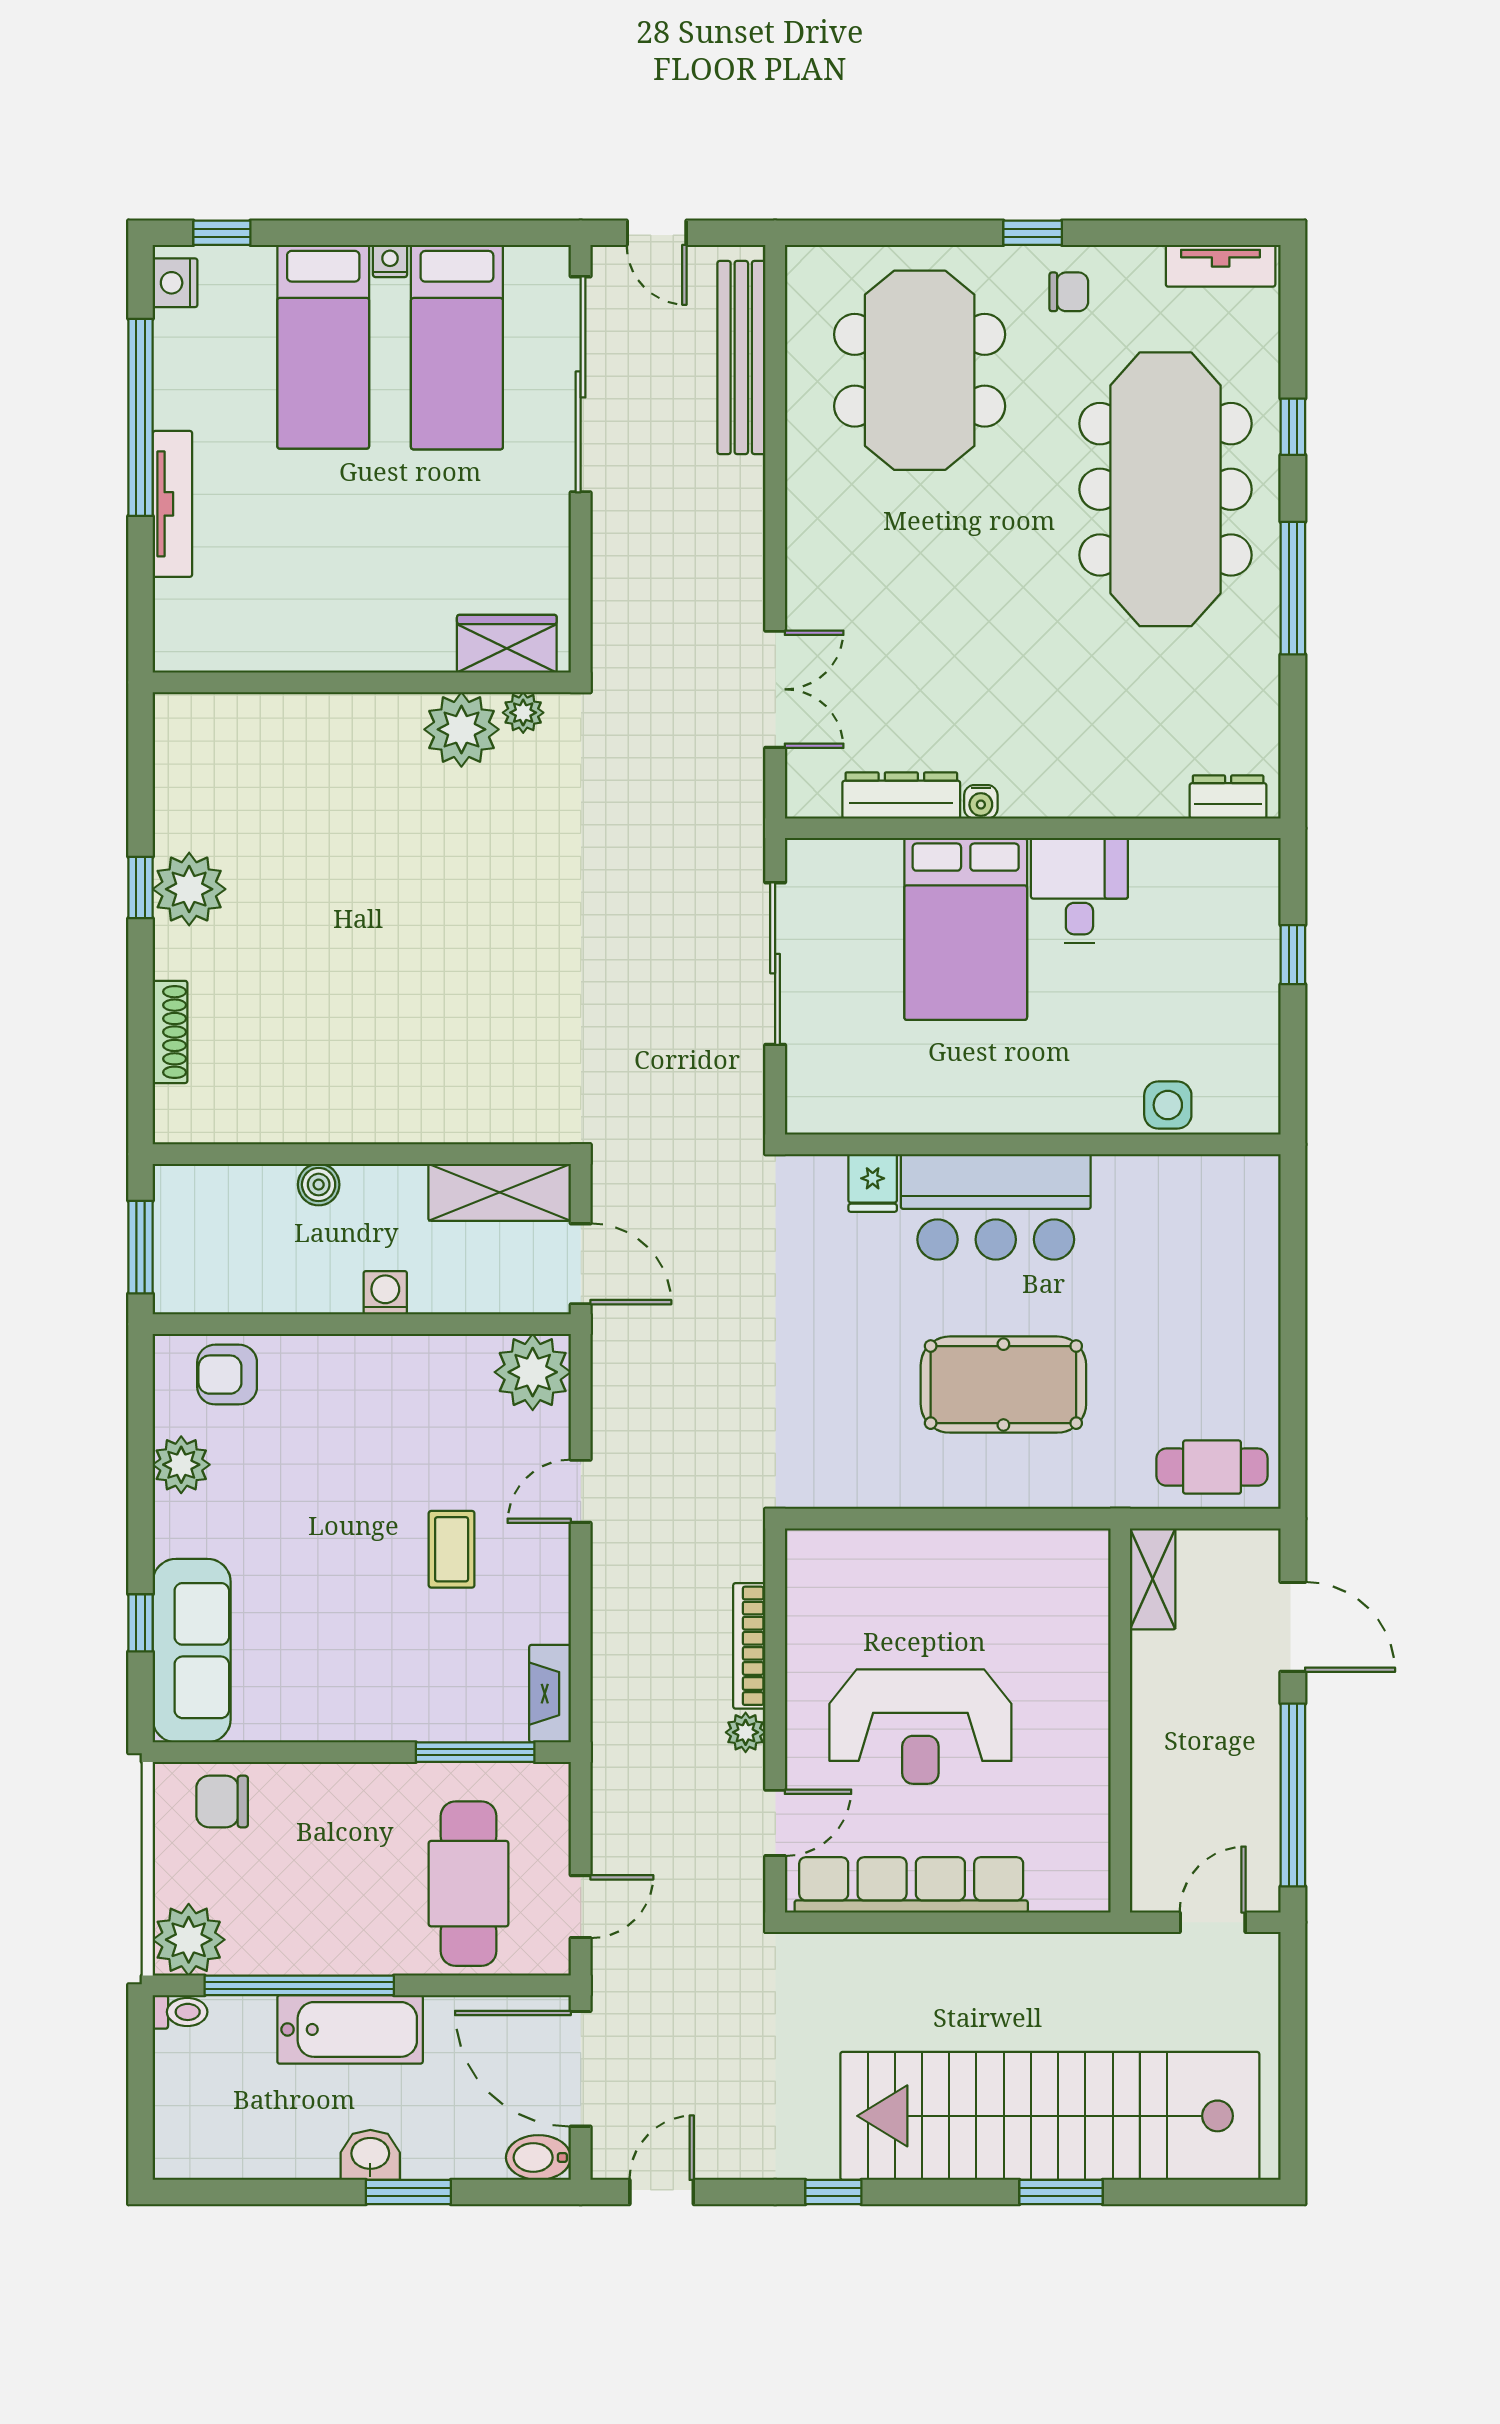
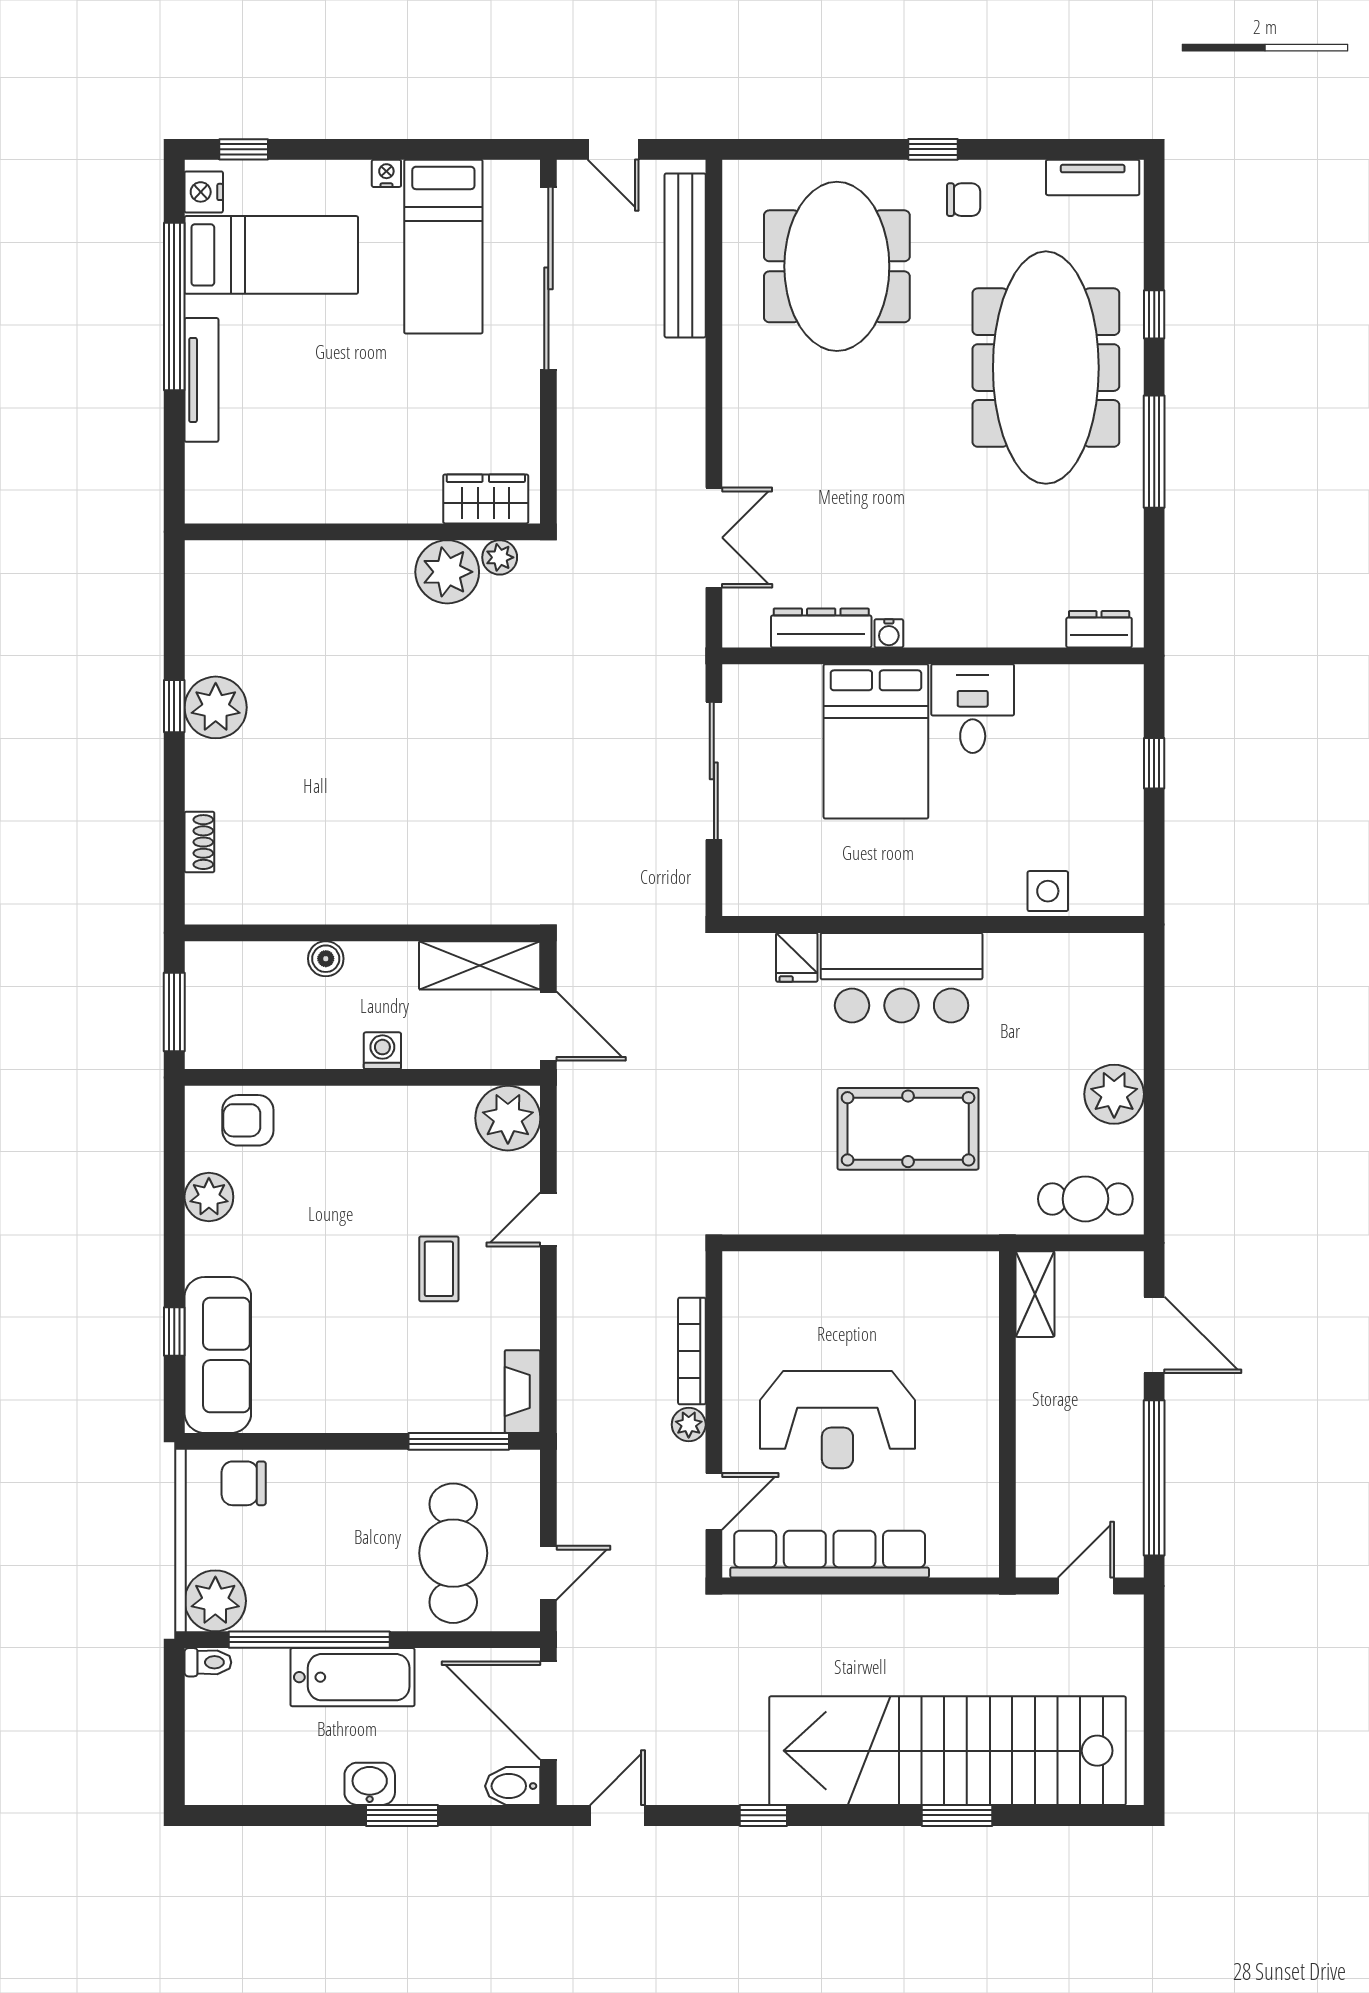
bed: (323, 347) -> (271, 255), moved, turned -90
shoe rack: (170, 1032) -> (199, 842), width x0.70
plant: (1246, 1344) -> (1114, 1094), added

